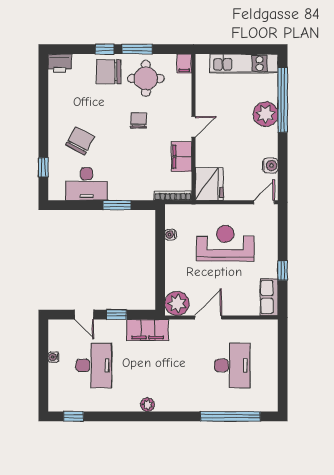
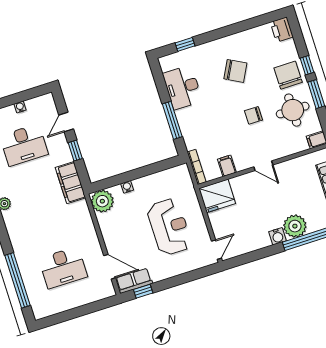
chair: (139, 120) -> (253, 115), turned 180
chair: (80, 141) -> (235, 71), moved
filing cabinet: (182, 157) -> (227, 166), width x0.50
water cooler: (270, 166) -> (277, 236), moved
door: (264, 202) -> (216, 250), hinge flipped
window: (117, 205) -> (172, 120), width x1.44
water cooler: (170, 235) -> (127, 187), moved
window: (283, 271) -> (143, 291), moved
door: (208, 317) -> (110, 267), moved

